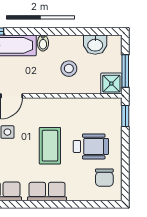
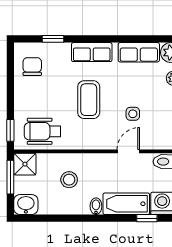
washbasin: (95, 45) -> (26, 205), moved
wheelchair: (91, 146) -> (43, 131), moved
window: (84, 204) -> (53, 39), added

